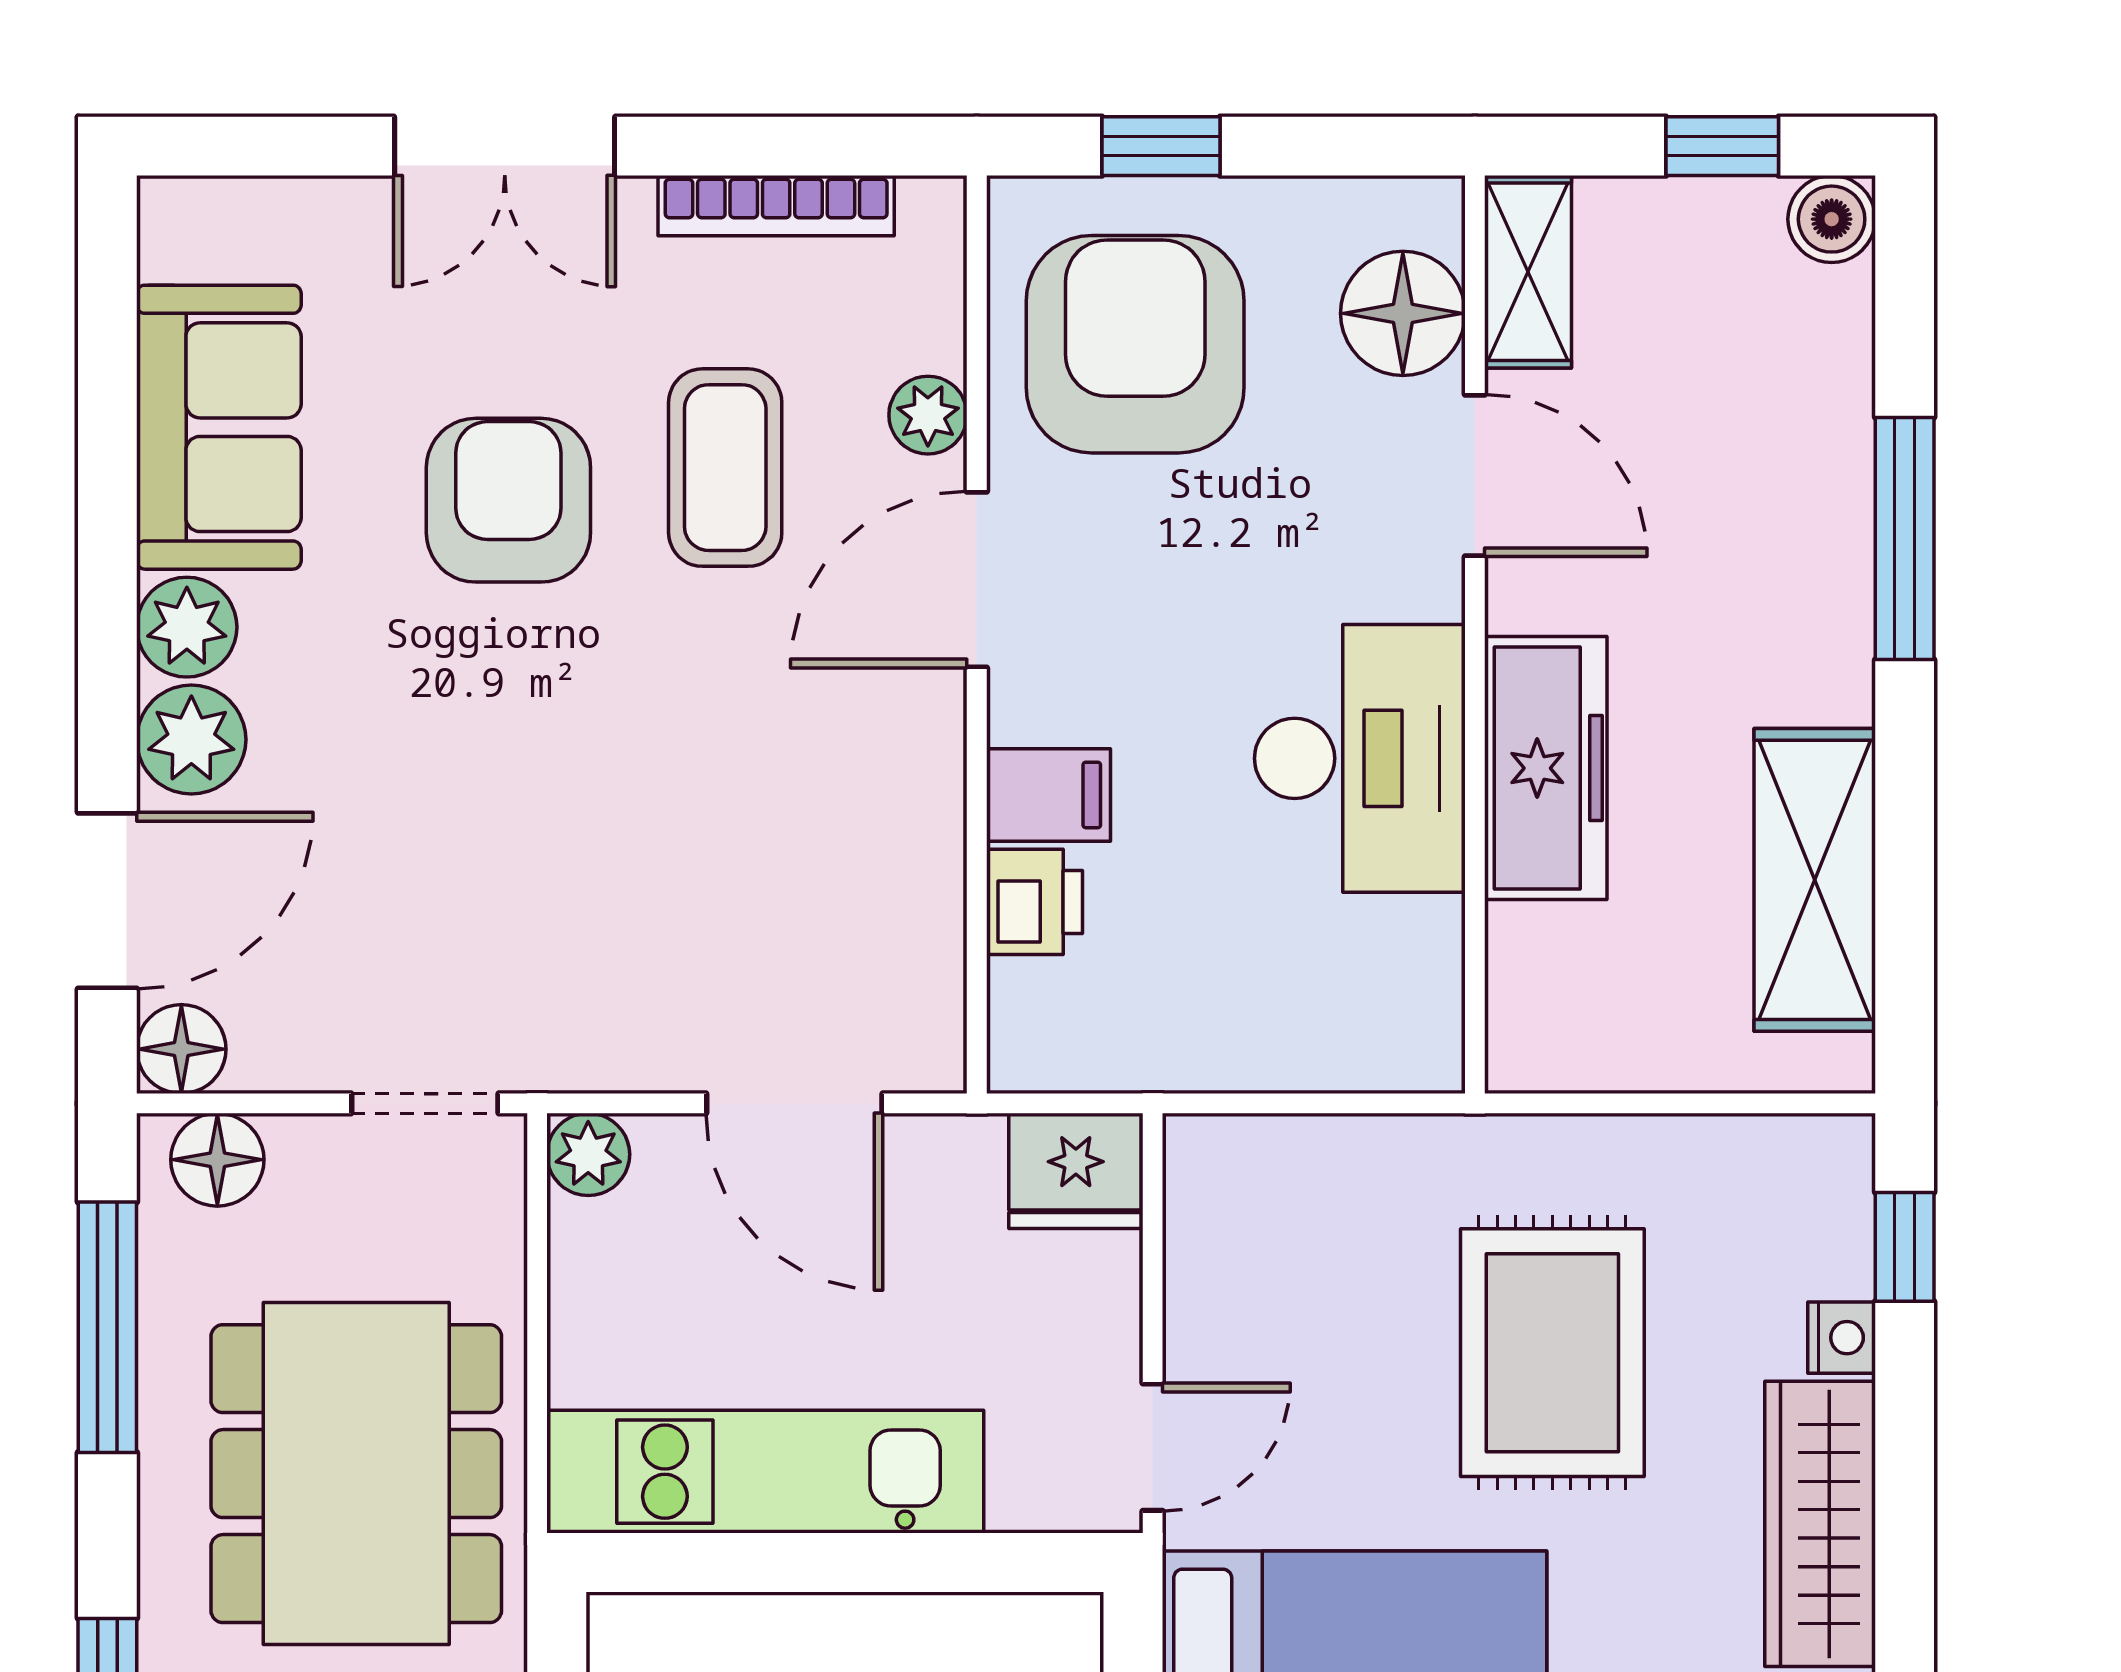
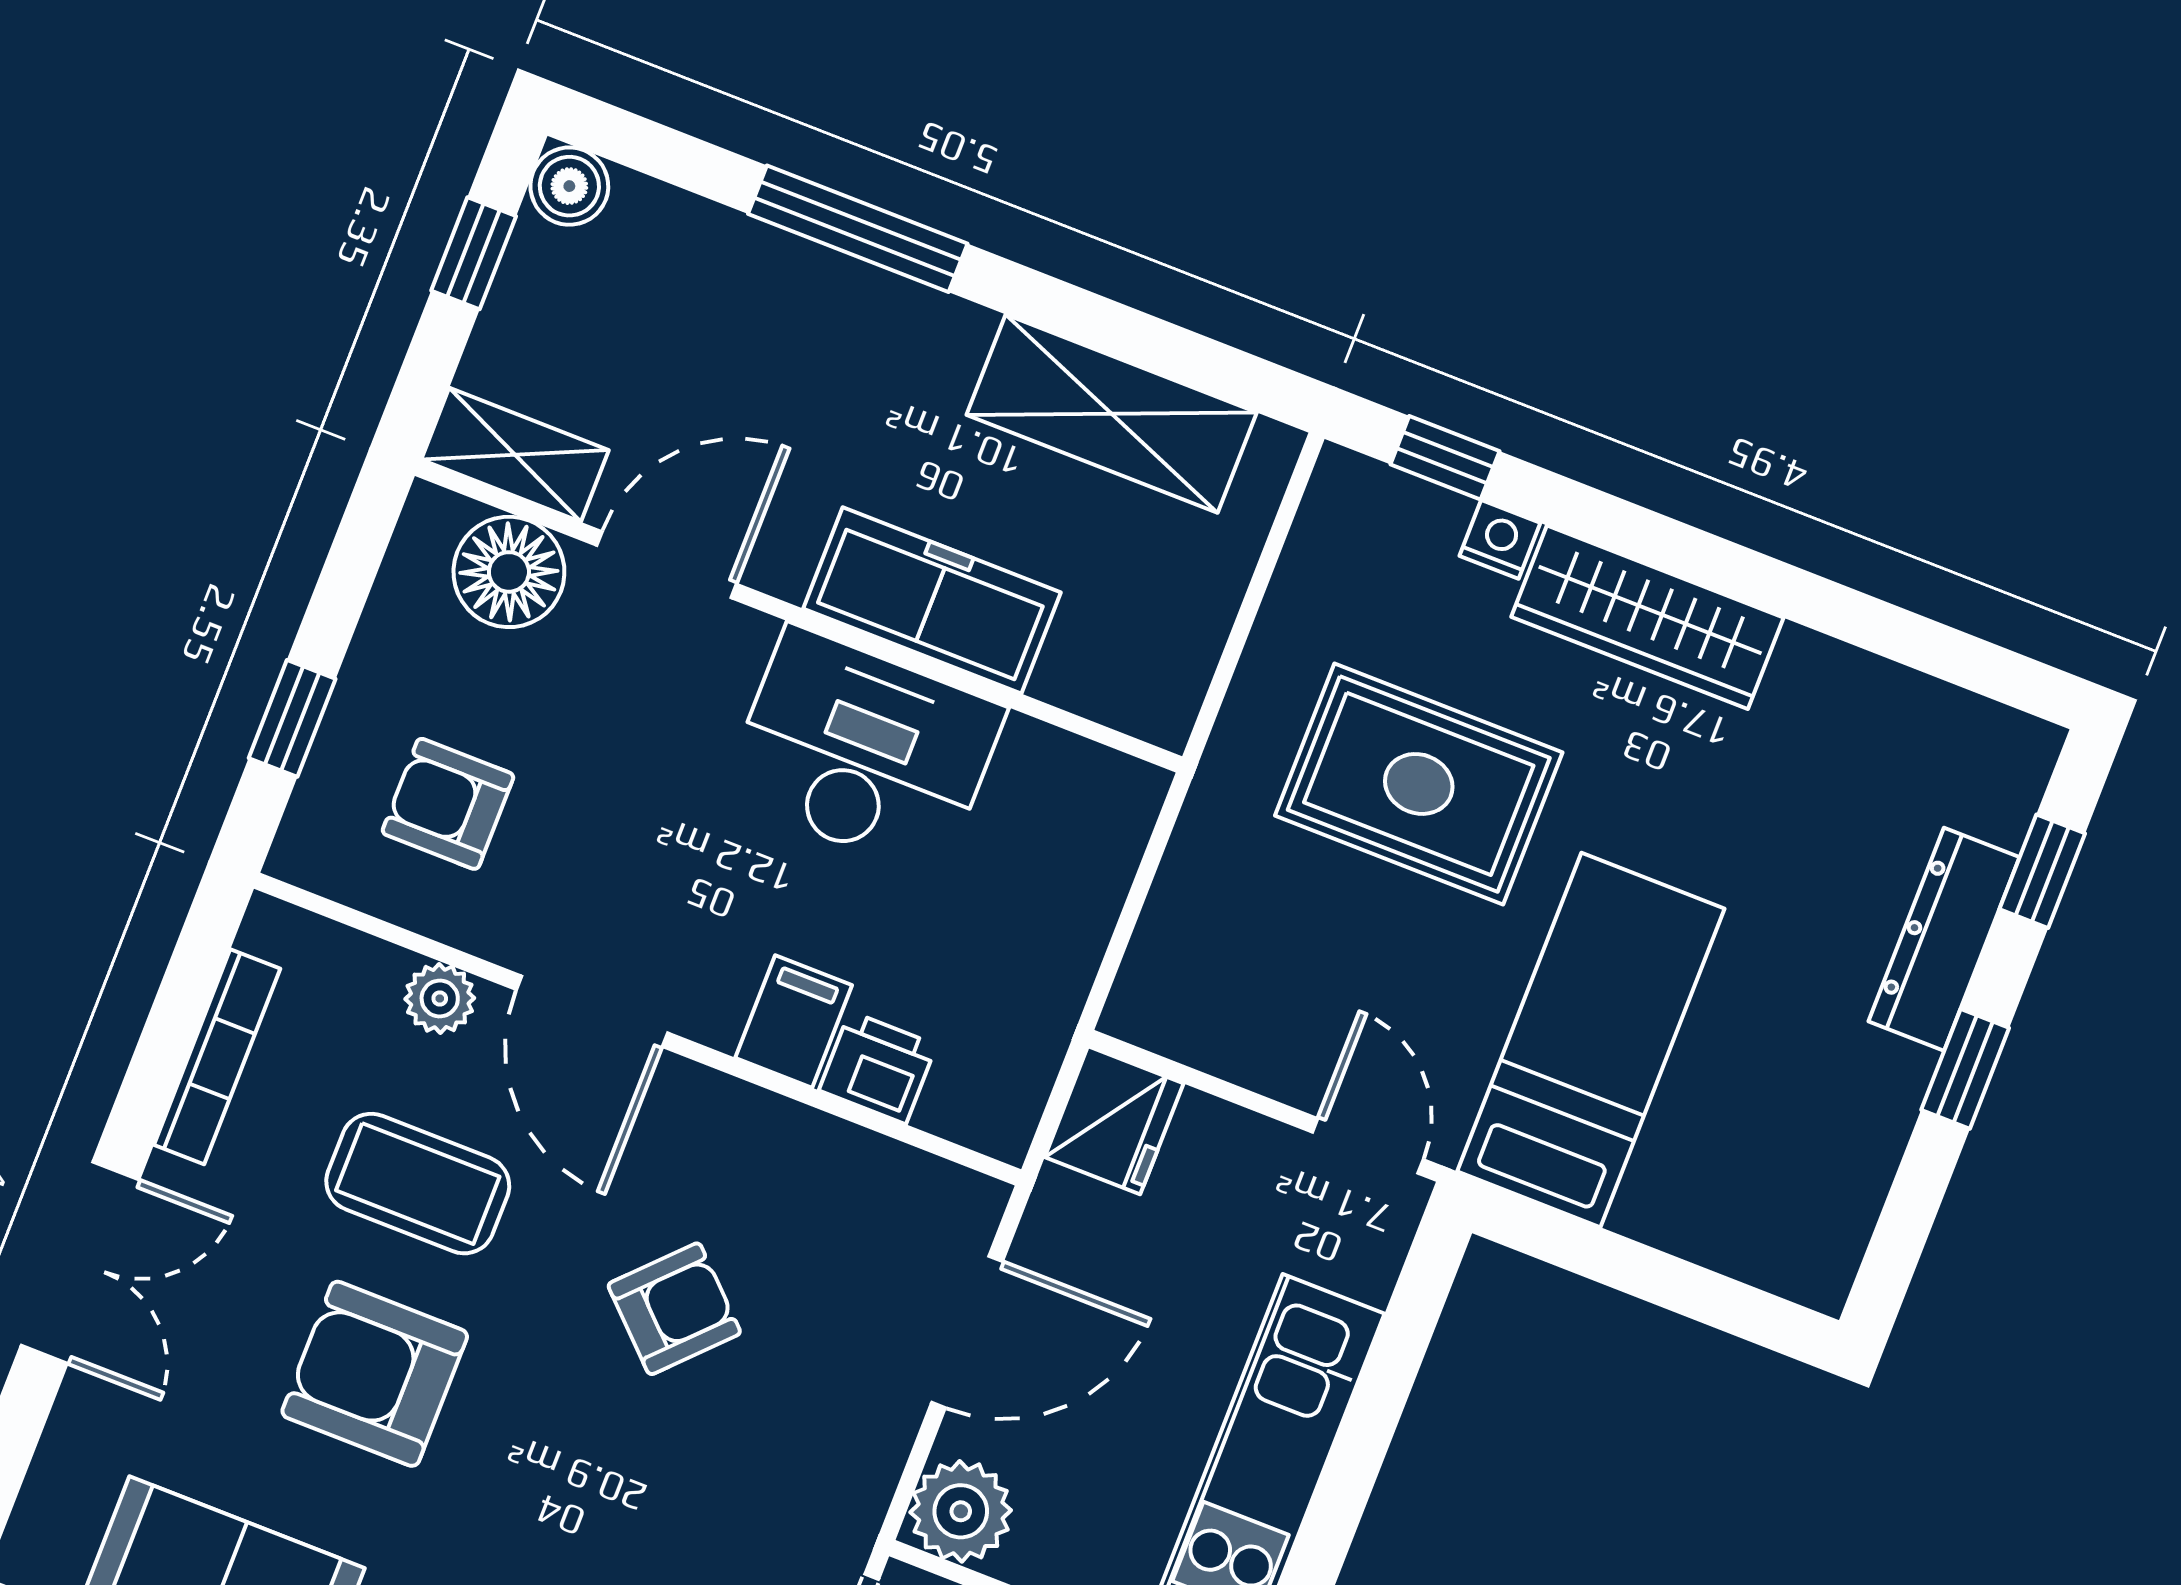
armchair: (1135, 344) -> (448, 804), width x0.53, depth x0.53
armchair: (699, 787) -> (674, 1309), added
plant: (588, 1154) -> (961, 1511), width x1.38, depth x1.38

